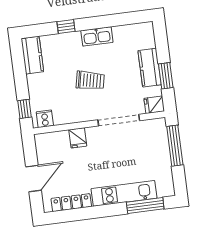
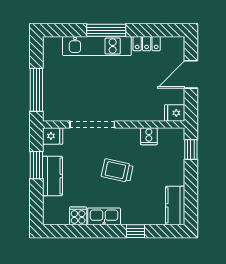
cooker: (121, 34) -> (78, 216), added
cooker: (45, 119) -> (149, 136), moved
fridge: (78, 138) -> (175, 113), moved, turned -90
locker: (71, 203) -> (147, 44), width x0.66
window: (145, 206) -> (106, 30), moved

